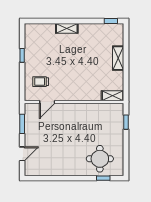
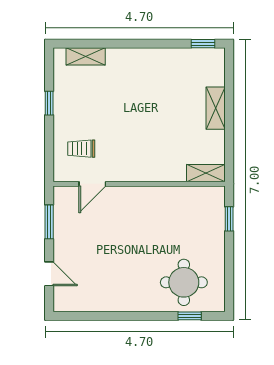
shelving: (67, 28) -> (86, 56), moved
door: (22, 154) -> (49, 274), hinge flipped

